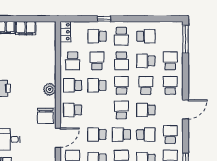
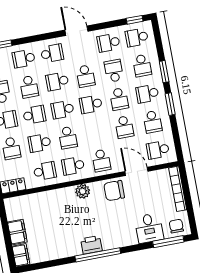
school desk: (73, 85) -> (73, 166), turned 90
school desk: (170, 85) -> (52, 53), turned 180
chair: (45, 116) -> (114, 191), turned 180

